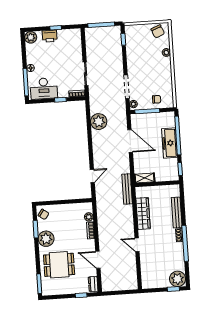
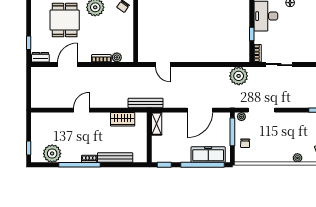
plant: (99, 122) -> (239, 76), moved
freezer: (169, 143) -> (208, 155), moved
wardrobe: (143, 213) -> (123, 119), width x0.67
plant: (178, 279) -> (52, 154), moved

